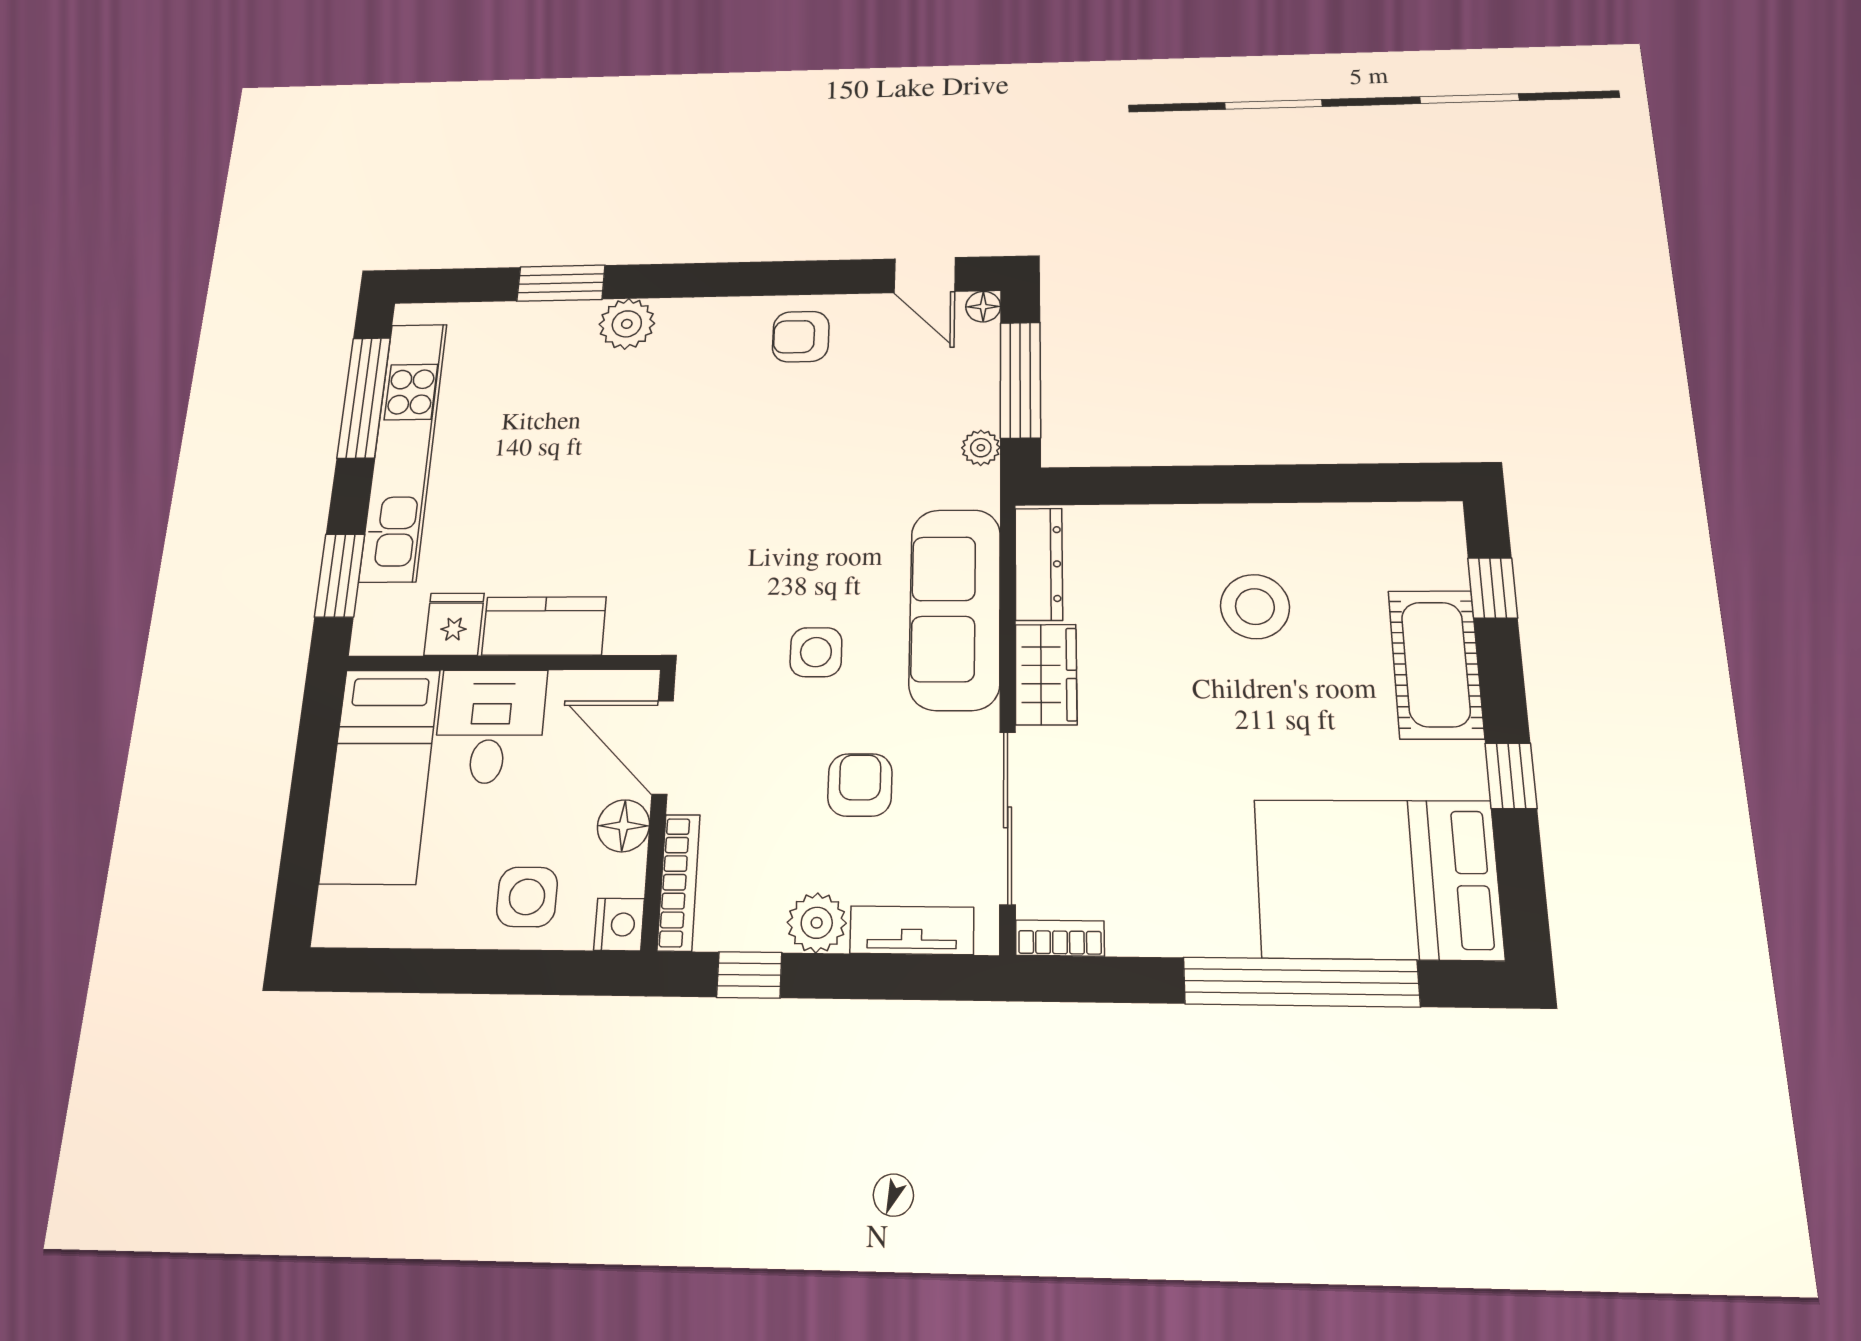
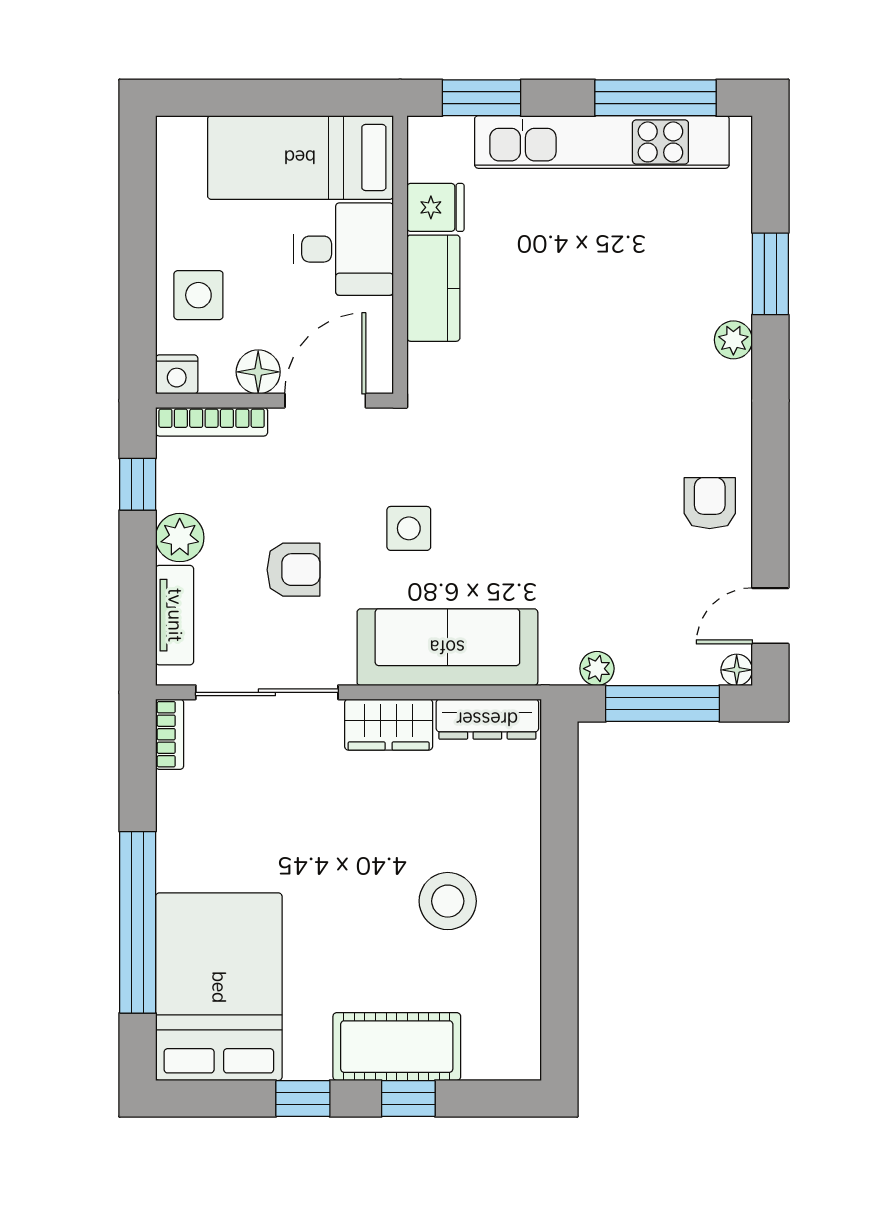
plant: (627, 324) -> (733, 340), width x0.73, depth x0.73
window: (1493, 588) -> (408, 1098), moved

